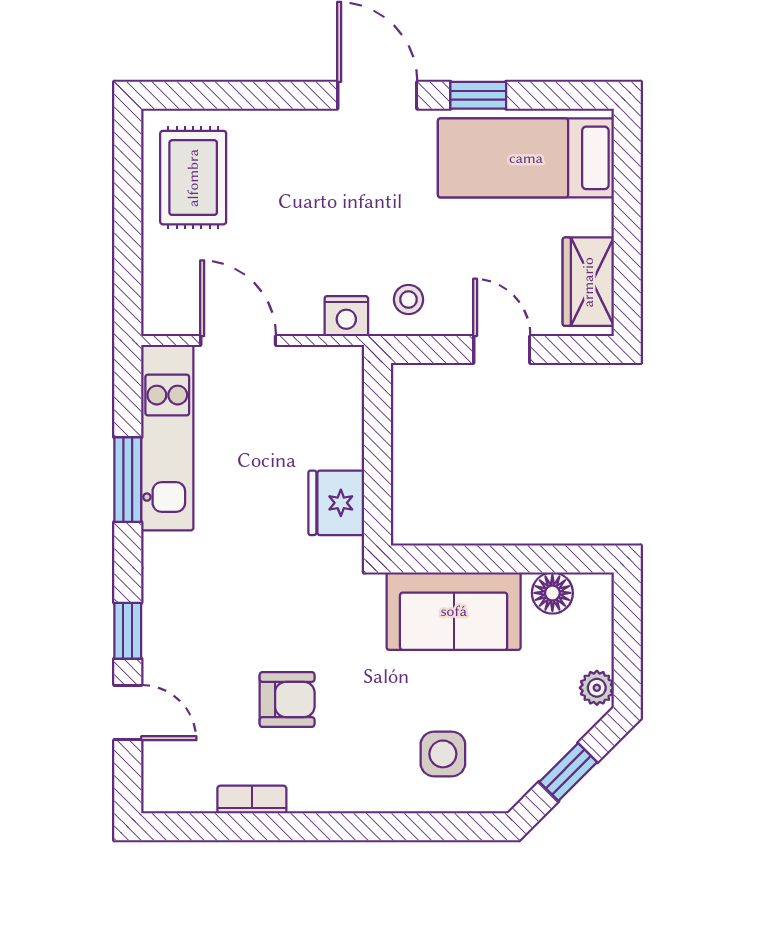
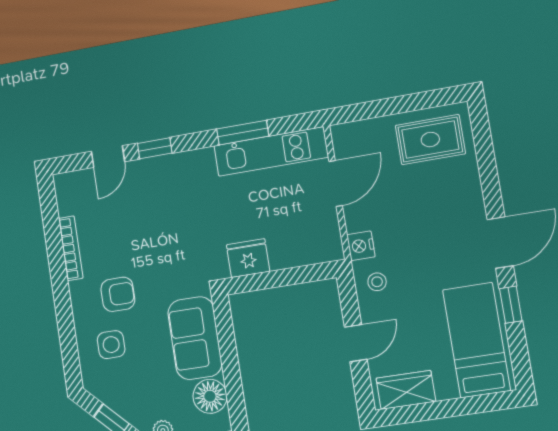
floor lamp: (552, 593) -> (210, 396), width x1.38, depth x1.38
armchair: (287, 699) -> (118, 294), moved, turned -90
bookcase: (252, 800) -> (71, 248), width x1.56

